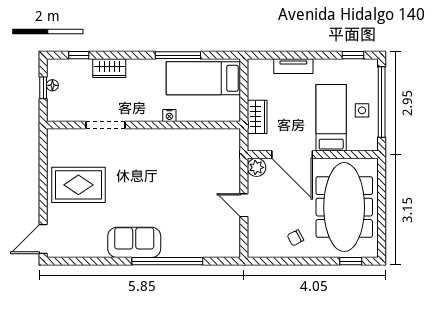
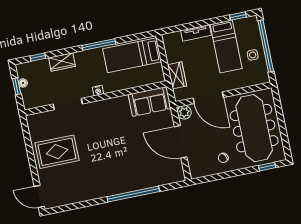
window: (178, 55) -> (99, 45), moved
nightstand: (169, 115) -> (98, 91), moved
bed: (331, 118) -> (226, 46), moved, turned 180
door: (244, 205) -> (181, 142), width x1.88
door: (43, 239) -> (39, 196), hinge flipped
sofa: (134, 242) -> (150, 101), moved, turned 180

